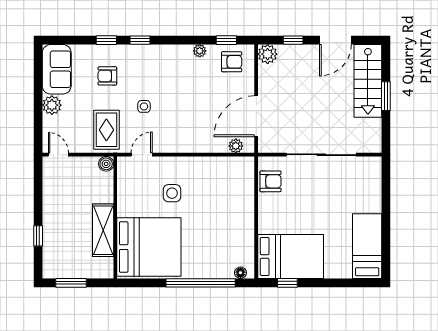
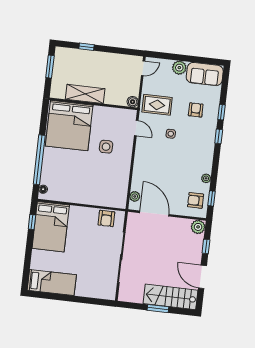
armchair: (232, 62) -> (196, 200), turned 90

